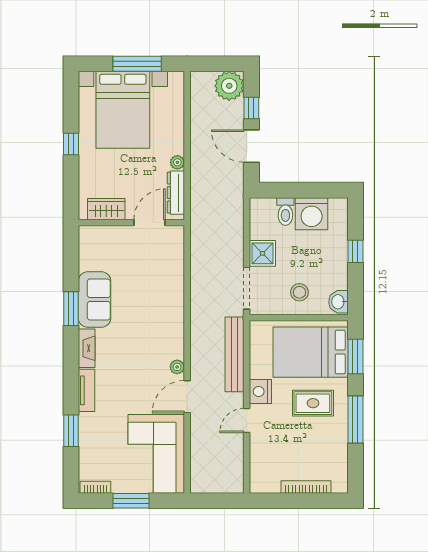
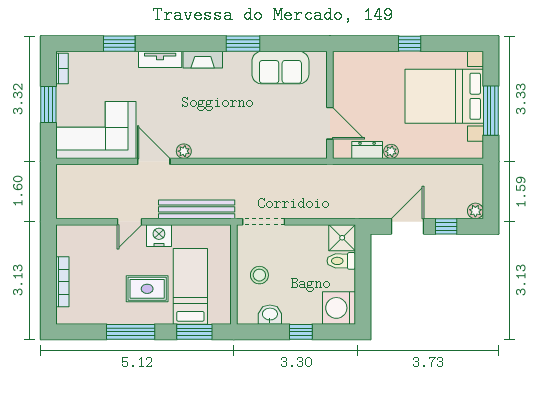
plant: (229, 86) -> (475, 211), width x0.53, depth x0.53
dresser: (176, 193) -> (367, 150), width x0.70
wardrobe: (106, 209) -> (344, 79), removed
washing machine: (312, 214) -> (339, 308), moved
shower: (262, 253) -> (342, 238), moved
sofa: (95, 299) -> (280, 68), moved
washbasin: (338, 302) -> (270, 315), moved
bed: (311, 352) -> (190, 286), width x0.67
rug: (313, 403) -> (147, 289), turned 90
door: (247, 421) -> (129, 222), swing flipped

